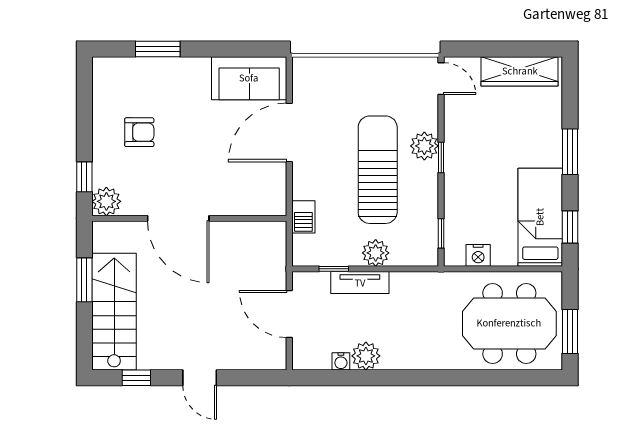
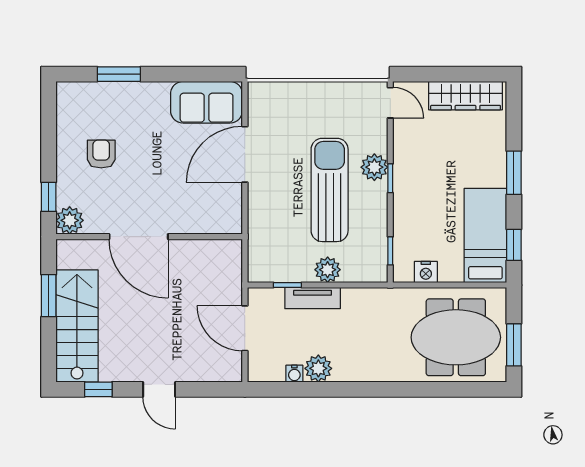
armchair: (139, 132) -> (101, 154), turned -90
barbecue: (303, 217) -> (258, 235), removed

